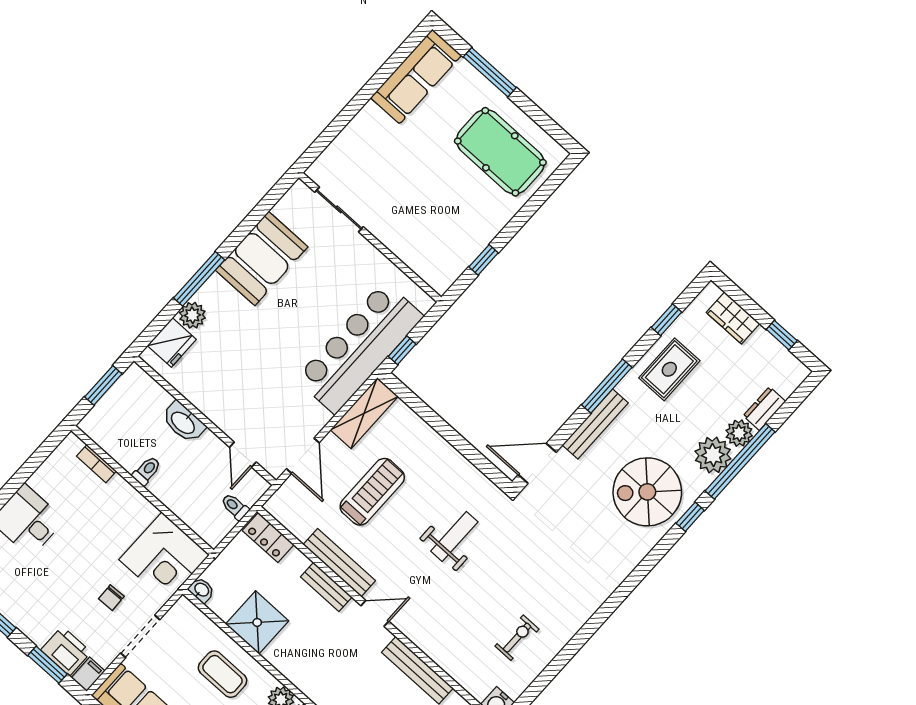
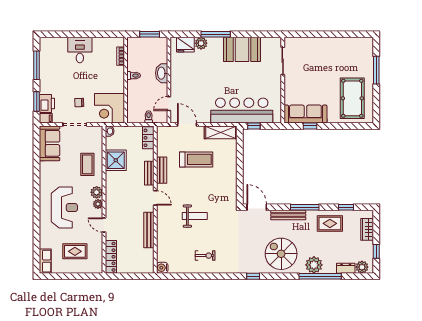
sofa: (416, 77) -> (305, 114), moved, turned 180
plant: (739, 433) -> (362, 267), moved
door: (303, 456) -> (187, 124), swing flipped
window: (690, 517) -> (253, 276), moved
weight bench: (454, 536) -> (195, 216), moved
bench: (339, 563) -> (162, 170), width x0.73
exercise bike: (517, 638) -> (205, 256), moved

